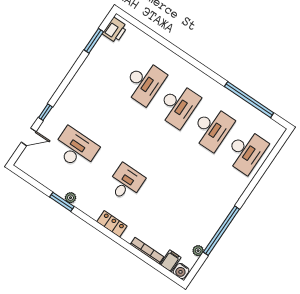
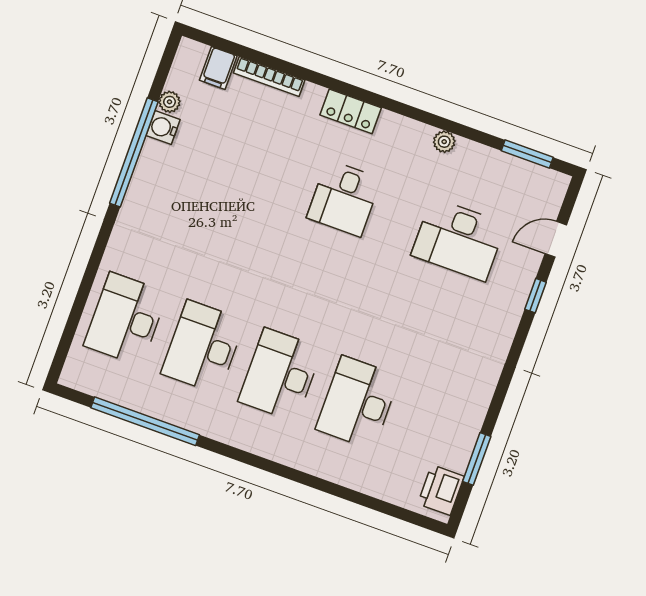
window: (62, 202) -> (527, 154), moved
water cooler: (181, 271) -> (163, 128), moved, turned -90

